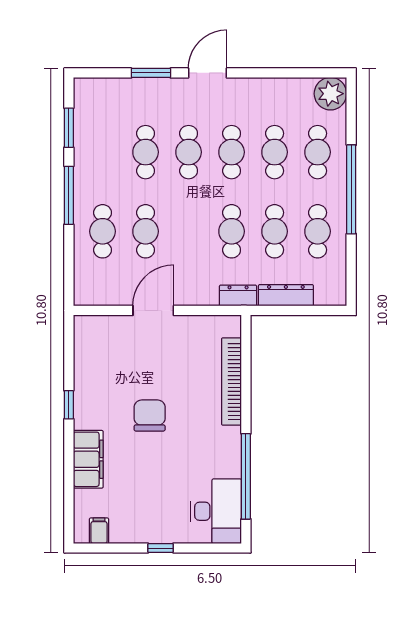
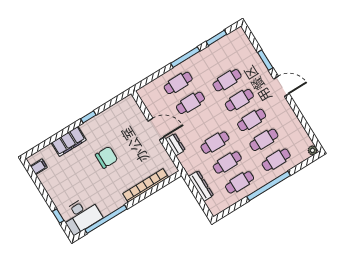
plant: (330, 94) -> (313, 150), width x0.53, depth x0.53
dresser: (238, 296) -> (175, 145), moved
window: (161, 548) -> (58, 216), moved

